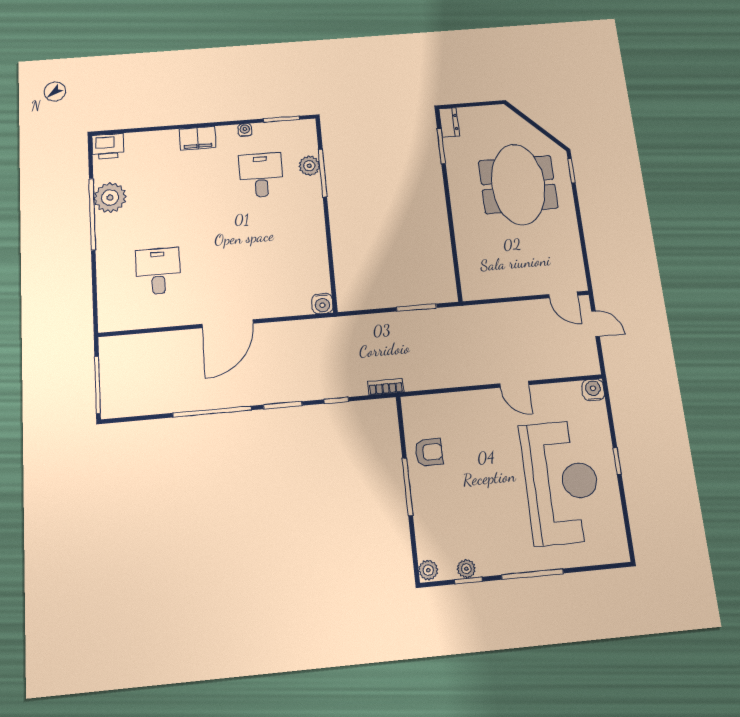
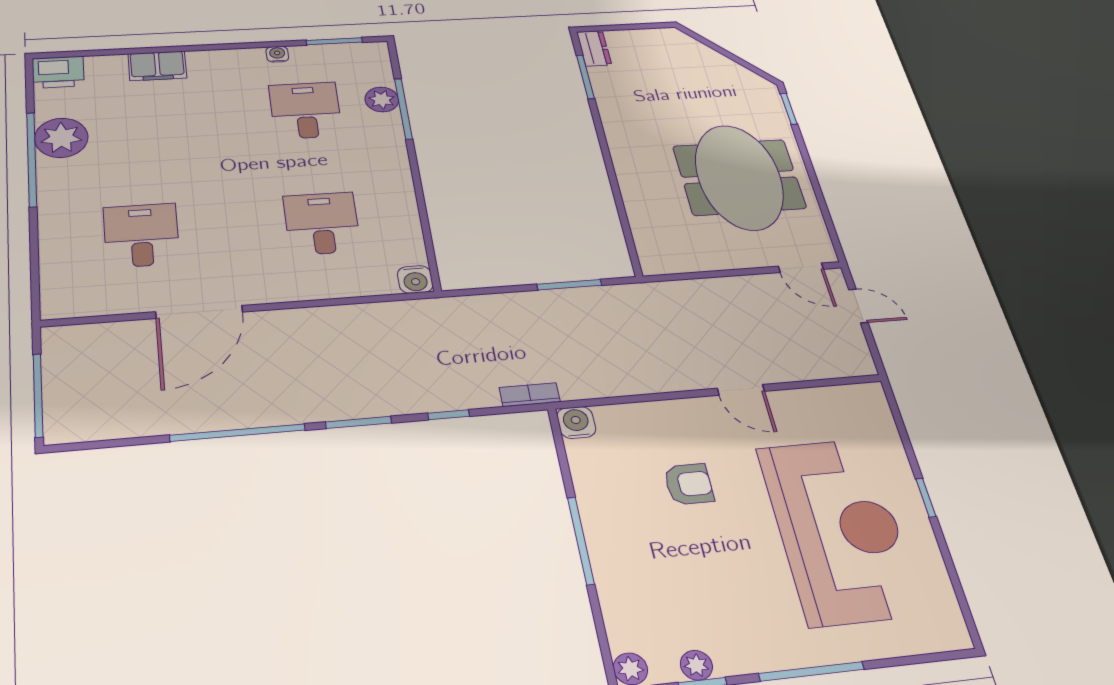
filing cabinet: (197, 138) -> (157, 66), moved
meeting table: (518, 184) -> (739, 177), moved
desk: (268, 262) -> (322, 223), added
door: (228, 324) -> (199, 312), moved
water cooler: (593, 390) -> (576, 423), moved
armchair: (429, 452) -> (689, 484), moved

